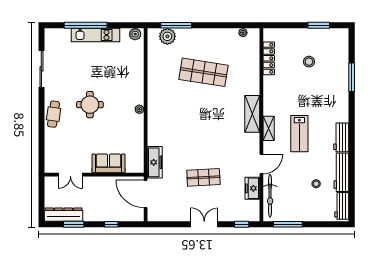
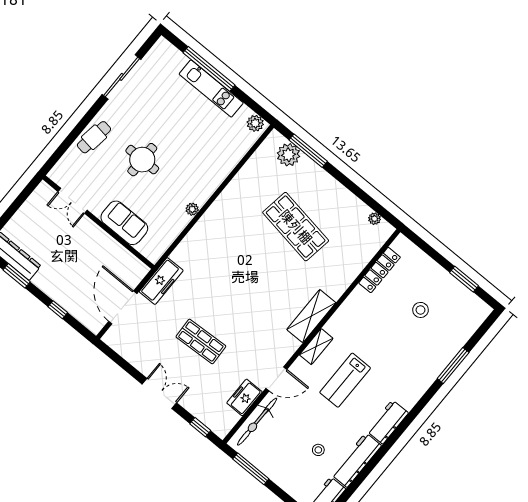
sofa: (109, 163) -> (124, 223), moved
double door: (70, 175) -> (73, 201), moved
wall: (94, 175) -> (98, 222), moved

